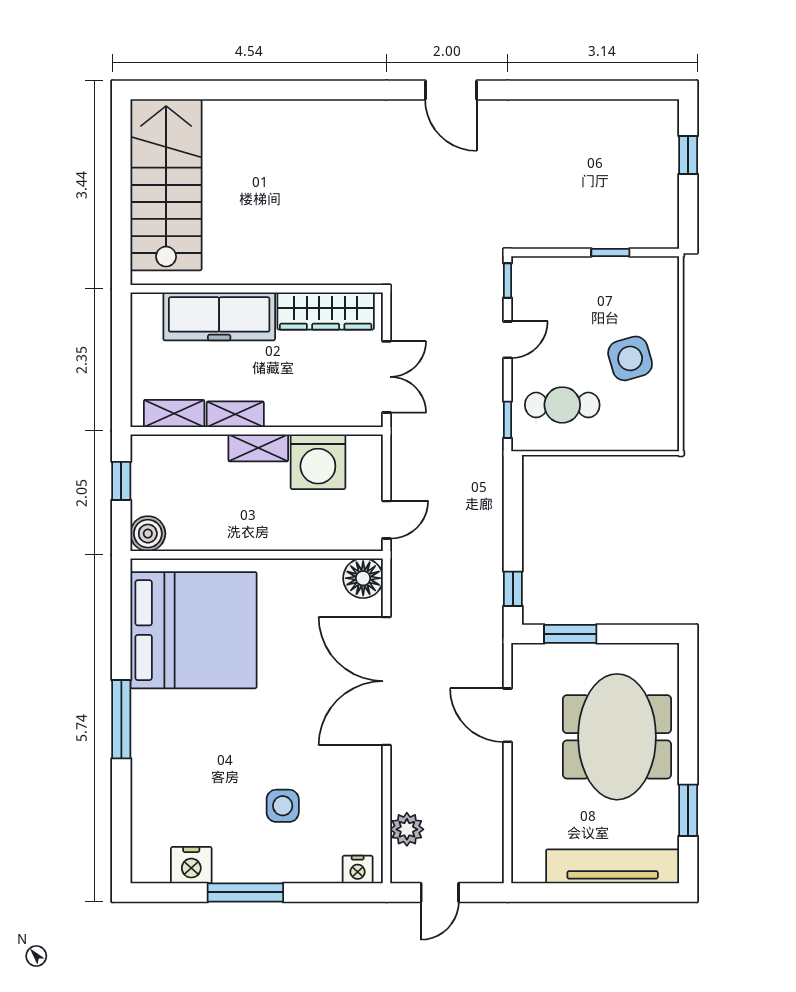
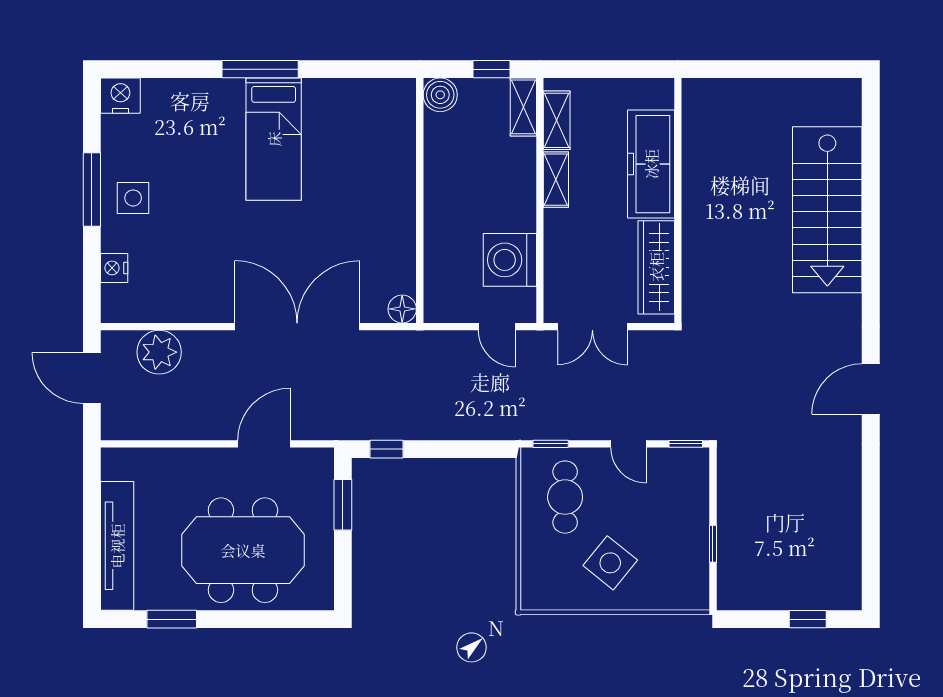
stairs: (166, 185) -> (827, 210), moved, turned 90
side table: (630, 358) -> (610, 563), turned -35
shelving: (258, 448) -> (523, 107), moved
door: (387, 520) -> (497, 327), moved
floor lamp: (363, 578) -> (402, 309), width x0.73, depth x0.73
bed: (194, 630) -> (274, 139), moved, width x0.49
side table: (283, 806) -> (133, 198), moved
plant: (407, 829) -> (159, 352), width x1.36, depth x1.36
nightstand: (191, 865) -> (120, 96), moved, turned 90
nightstand: (358, 870) -> (114, 268), moved
door: (440, 892) -> (92, 378), width x1.38

